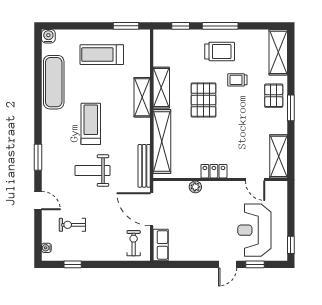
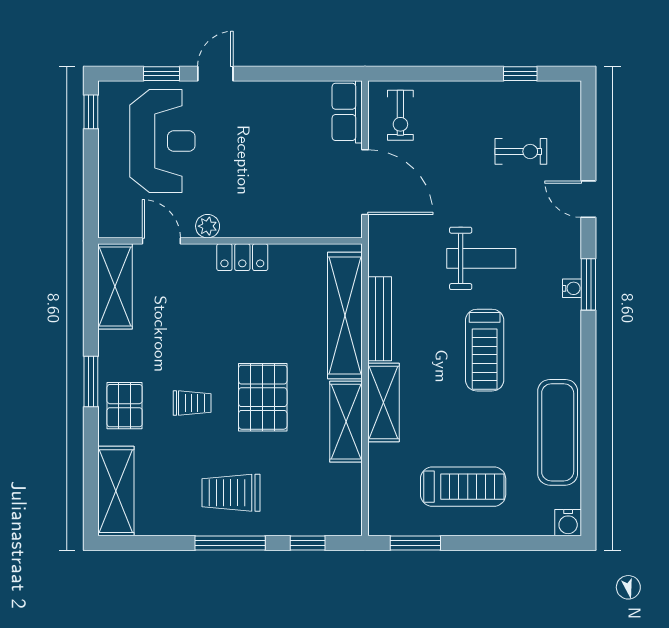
trolley: (237, 80) -> (192, 403), moved
bench: (144, 166) -> (380, 319), moved
plant: (195, 187) -> (208, 226), moved
water cooler: (46, 248) -> (572, 288), moved

